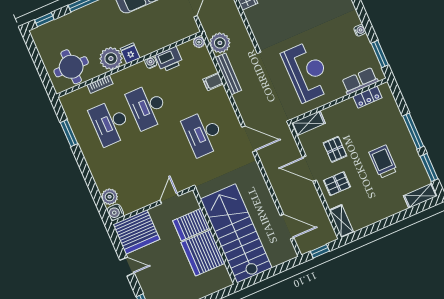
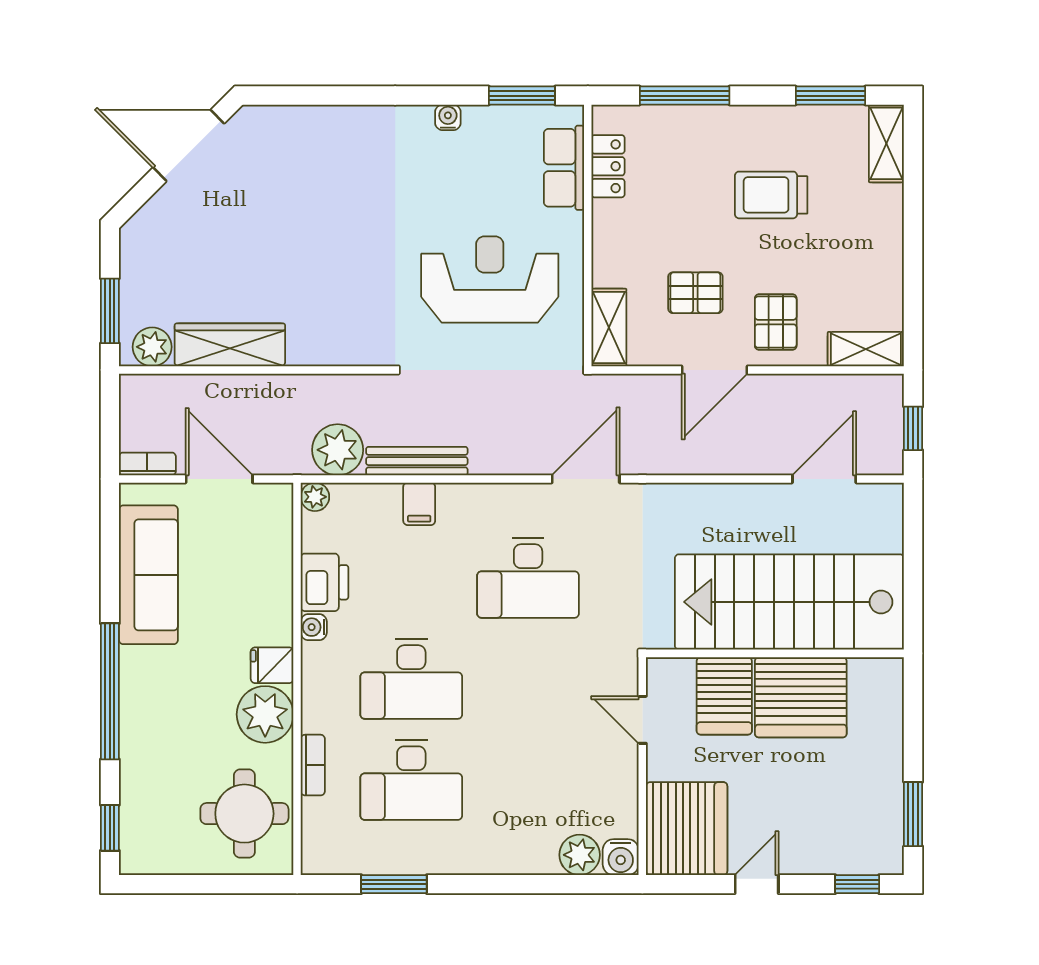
window: (413, 131) -> (685, 96), moved

